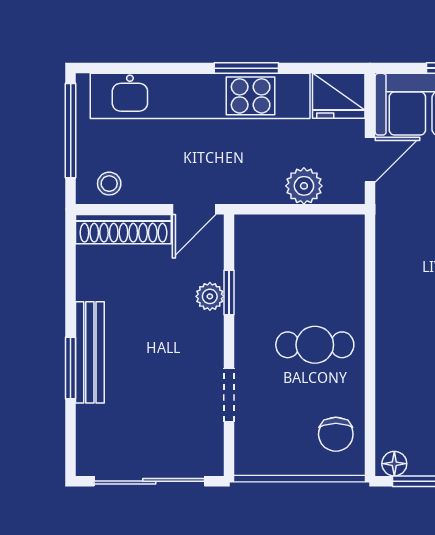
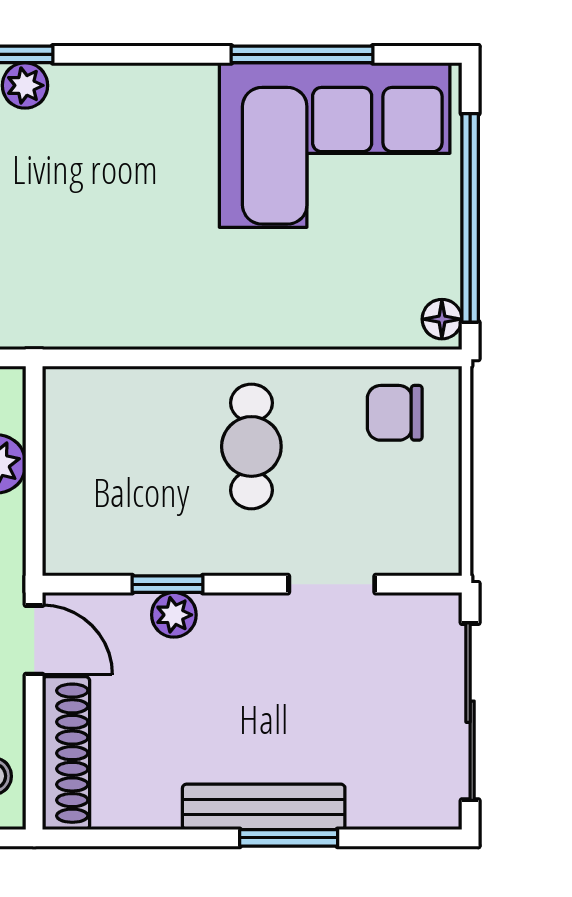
chair: (336, 434) -> (395, 413), turned 180

